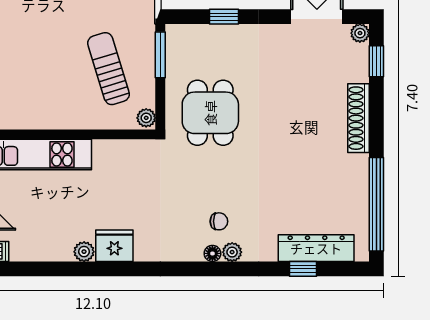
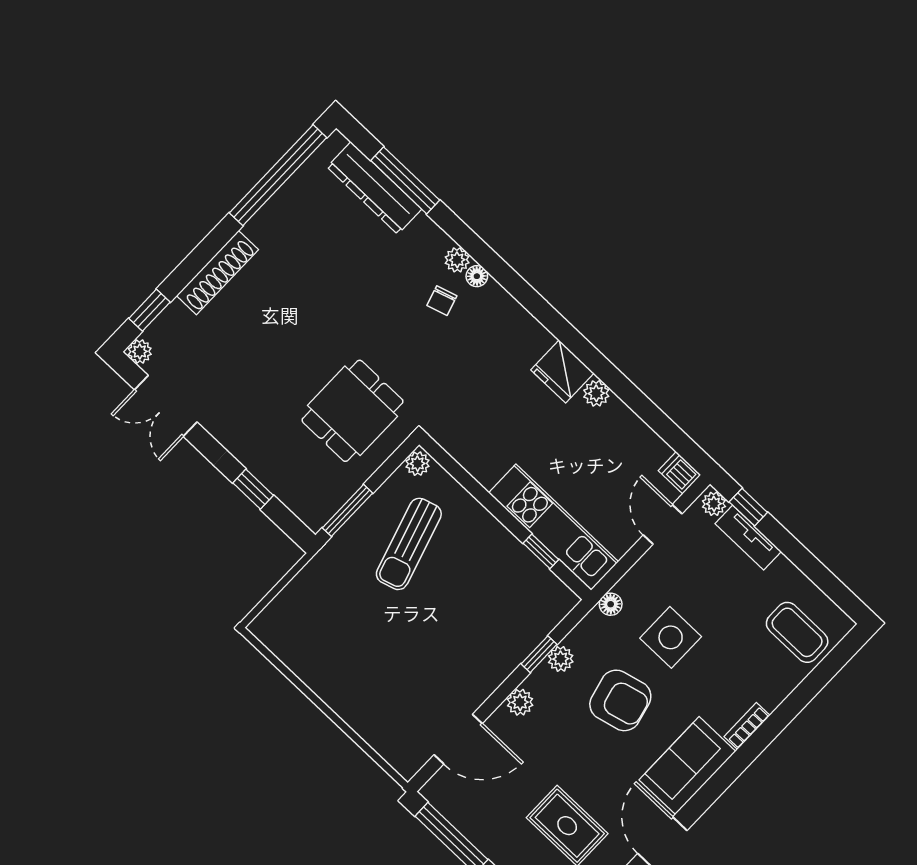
window: (31, 134) -> (541, 551), added
chair: (219, 221) -> (442, 301), turned -107
window: (303, 269) -> (405, 180), width x2.17

